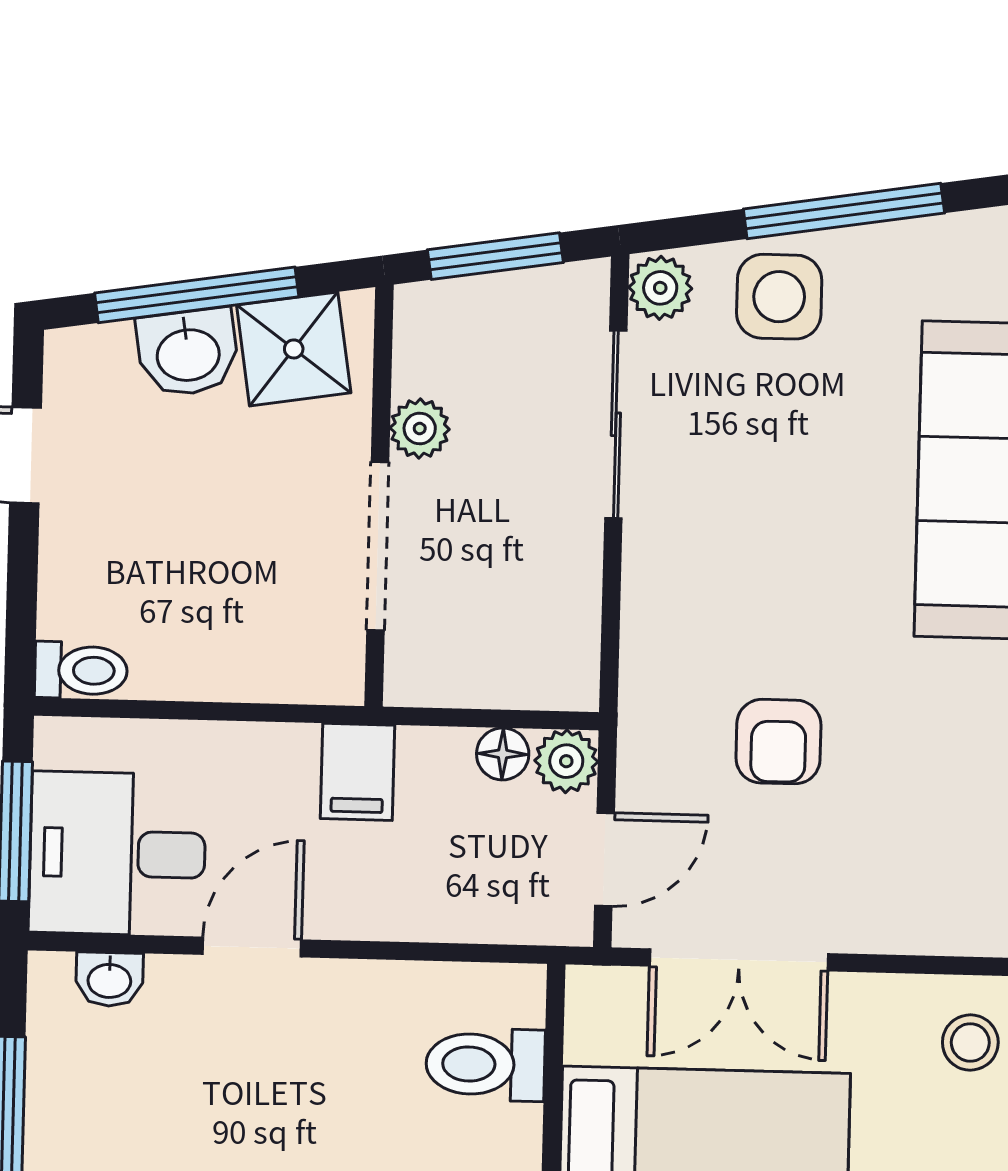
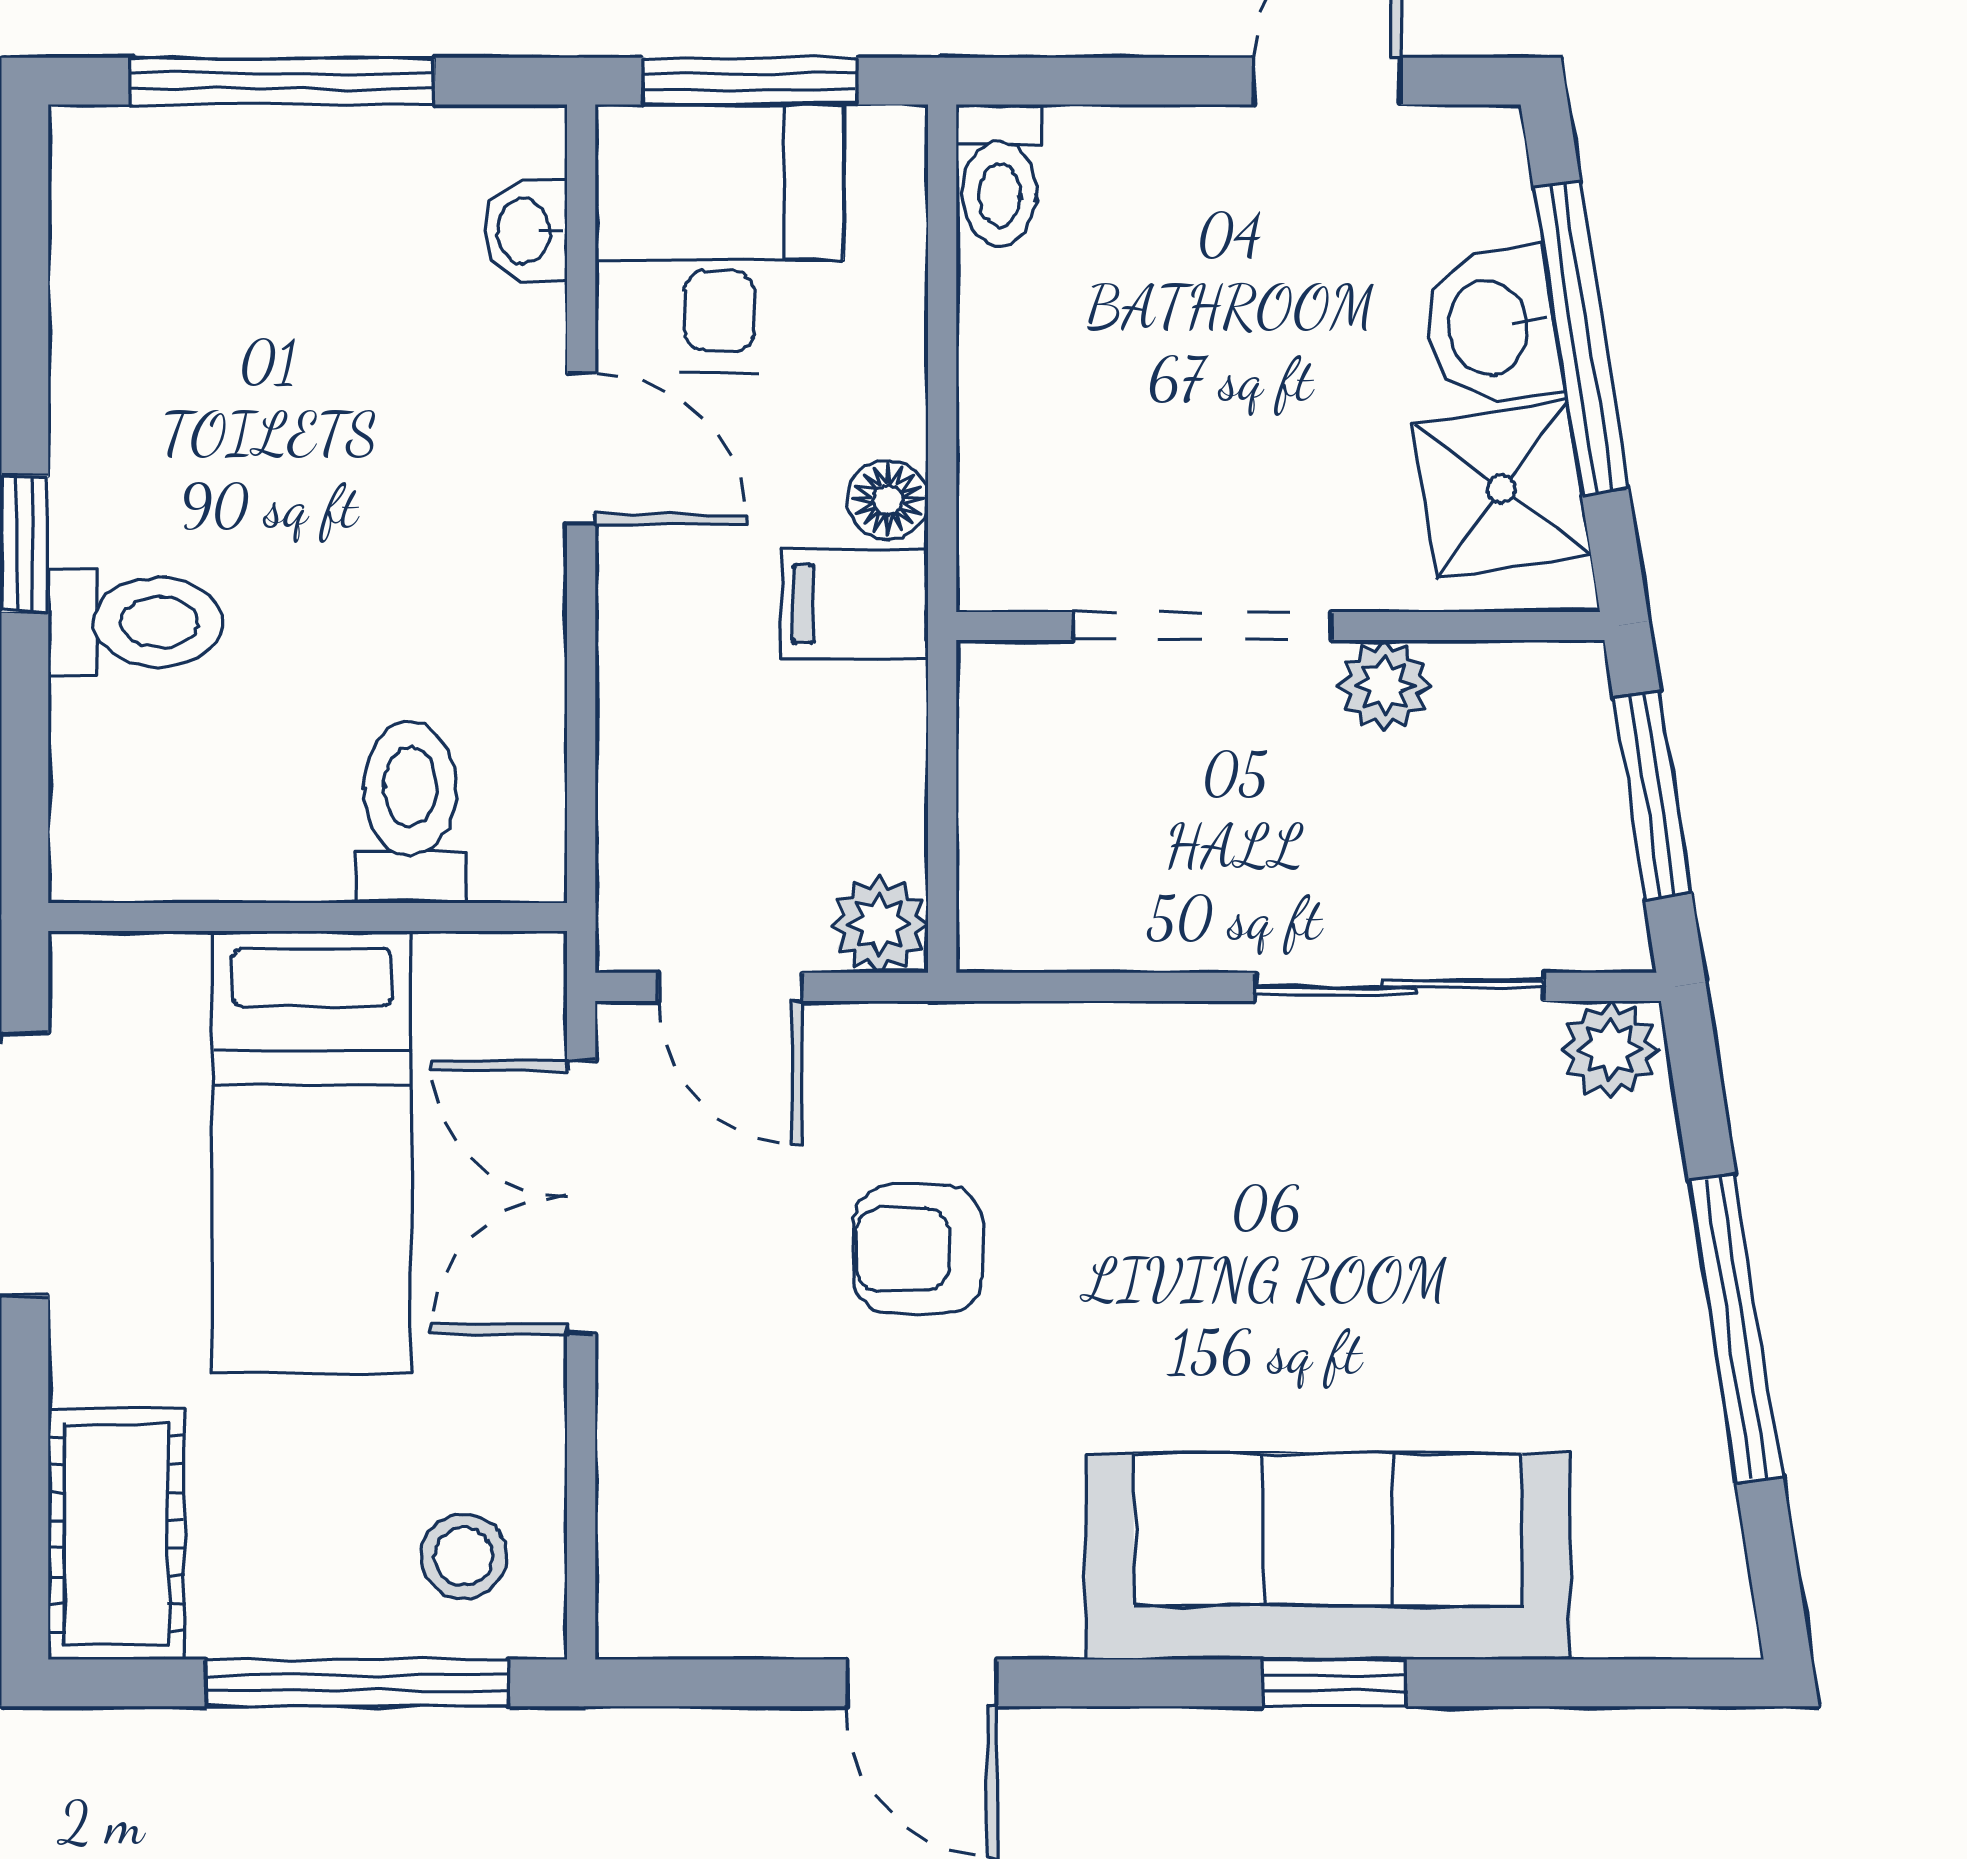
side table: (779, 297) -> (1601, 1233), removed
floor lamp: (503, 754) -> (888, 499), moved

